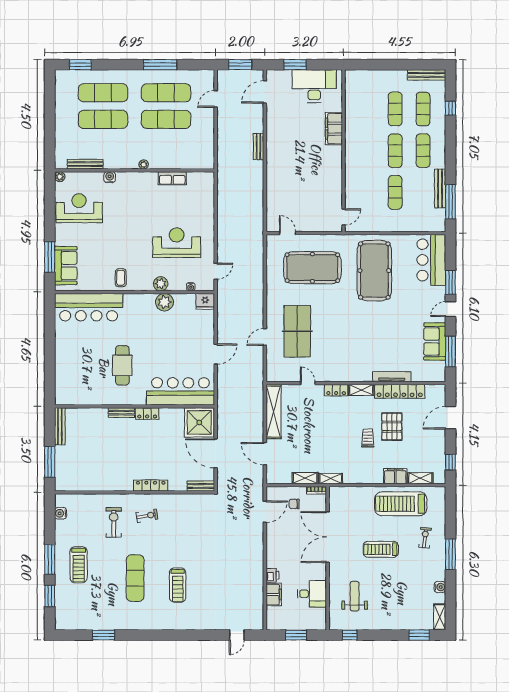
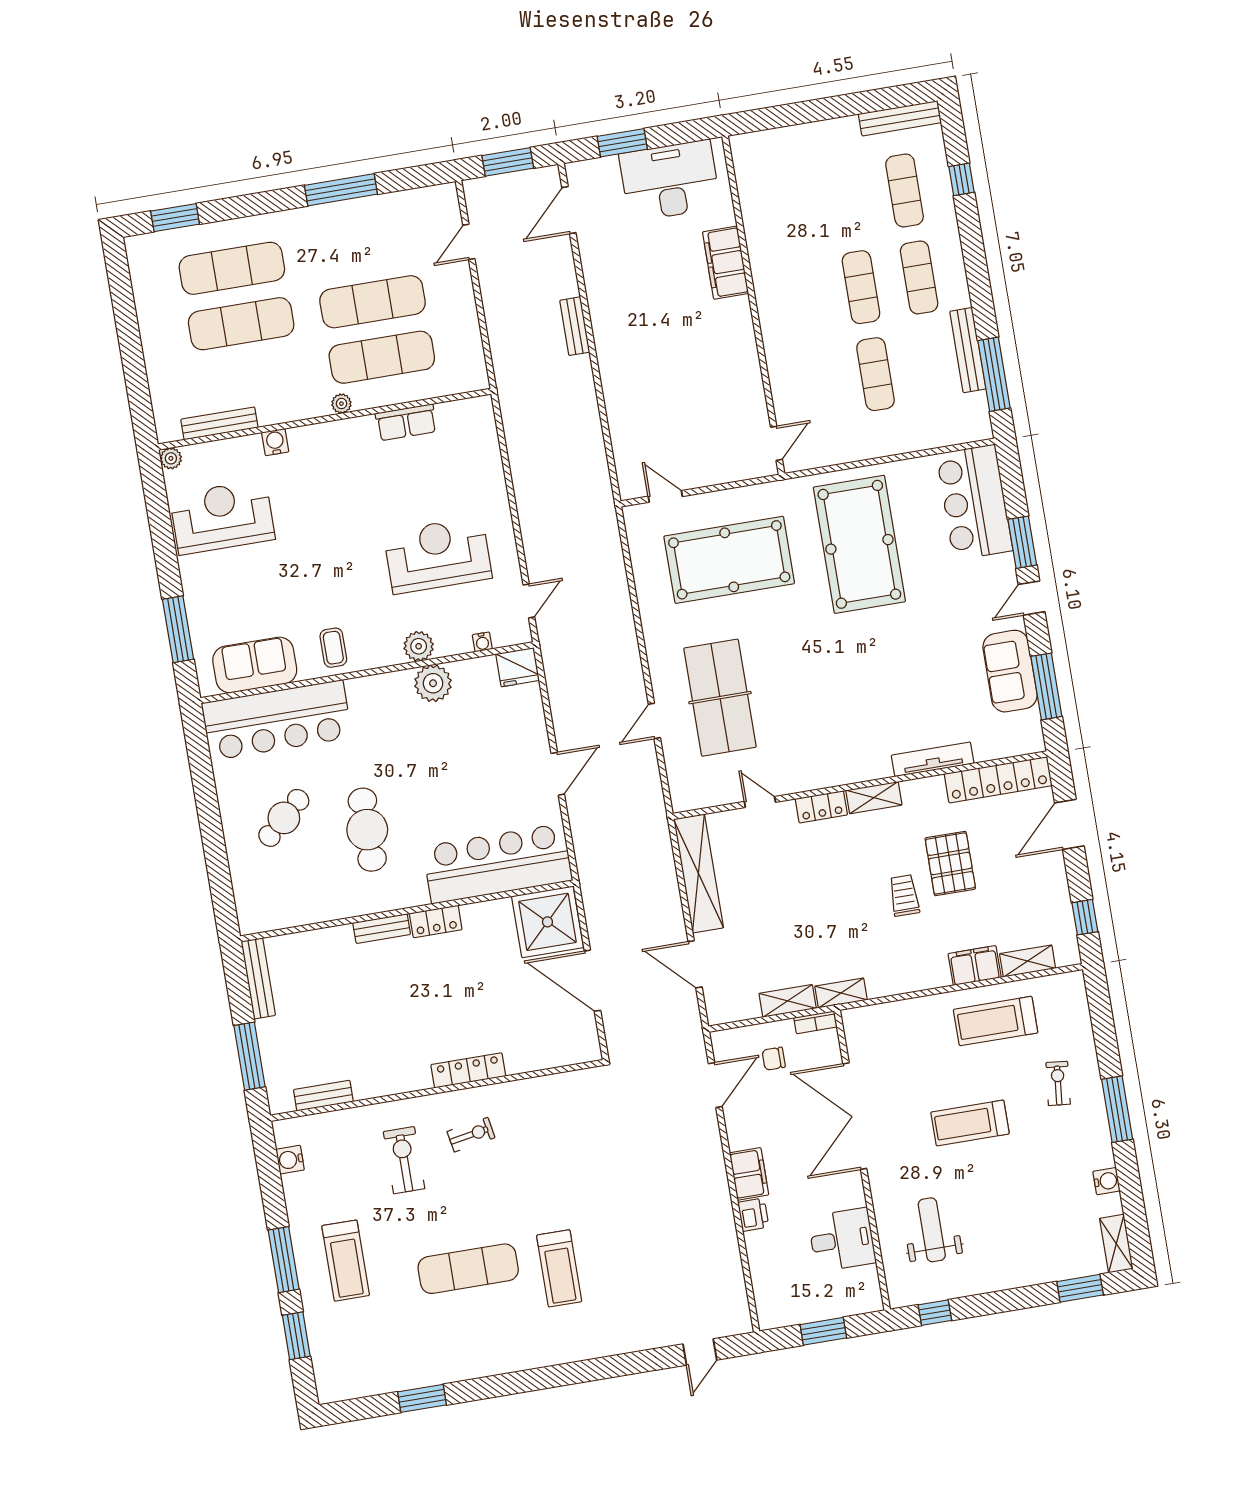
exercise mat: (166, 93) -> (382, 357), moved
exercise mat: (395, 109) -> (846, 200), removed
sofa: (66, 266) -> (255, 665), moved, turned -90
cafe table: (84, 353) -> (284, 818), added
locker: (400, 391) -> (998, 780), moved
bench: (201, 486) -> (323, 1096), moved
treadmill: (401, 504) -> (996, 1021), width x0.73, depth x0.73
exercise mat: (135, 578) -> (468, 1269), turned 90
filing cabinet: (274, 595) -> (749, 1174), moved

